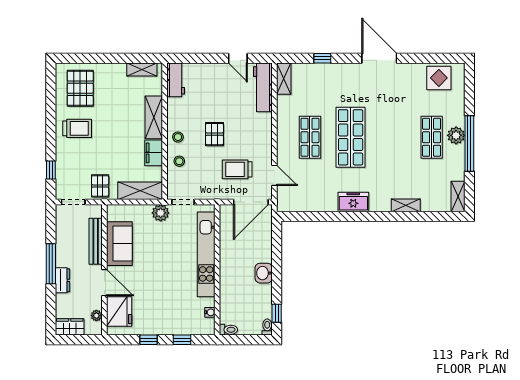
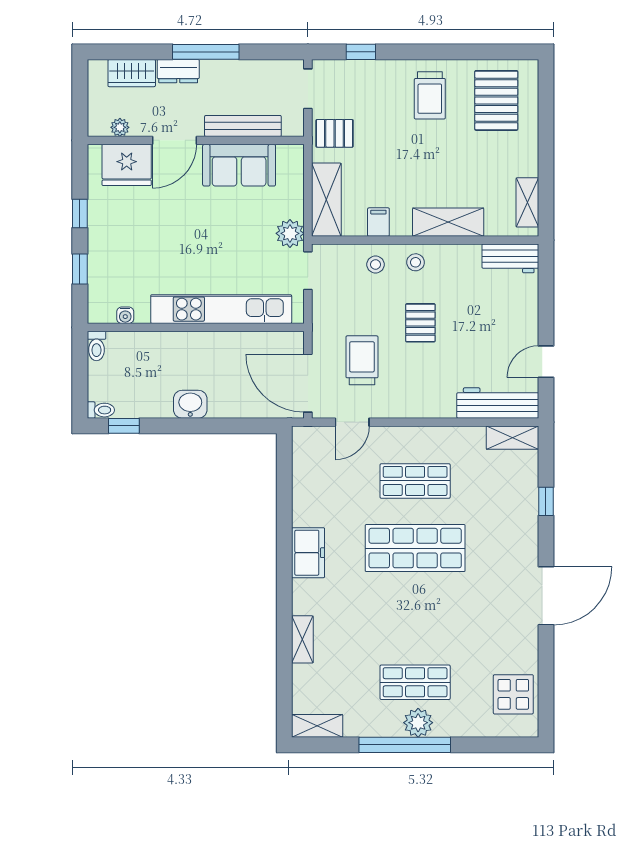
pallet: (80, 88) -> (496, 100), turned 90
pallet: (214, 134) -> (420, 323), turned 90
filing cabinet: (154, 153) -> (378, 222), width x0.50
wardrobe: (70, 327) -> (132, 73), moved, turned 90

